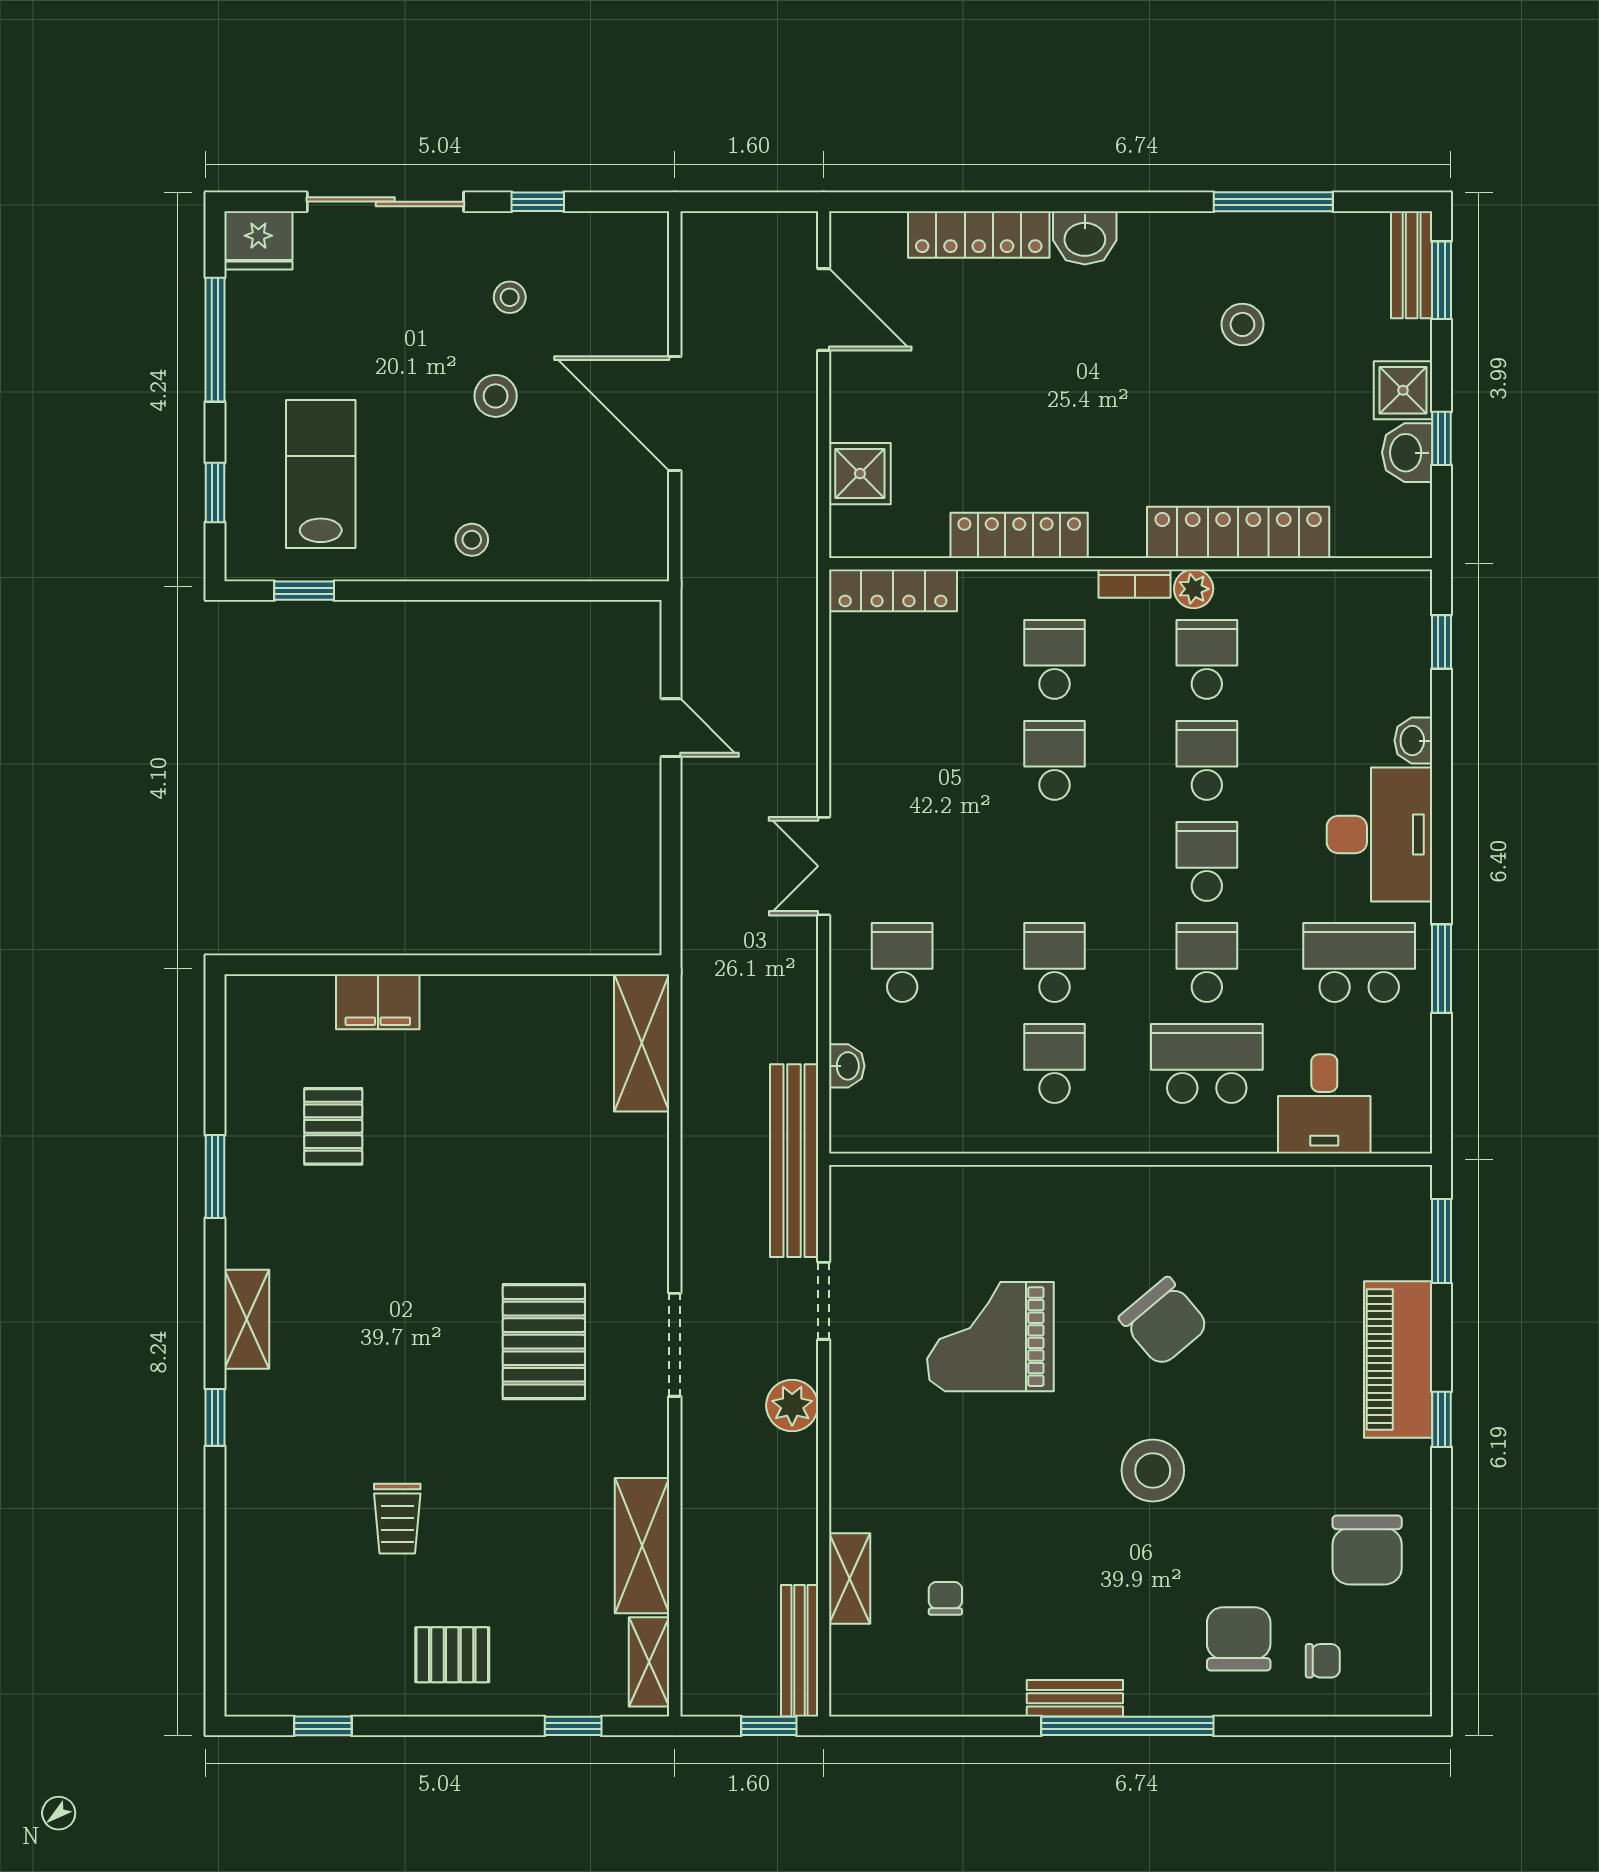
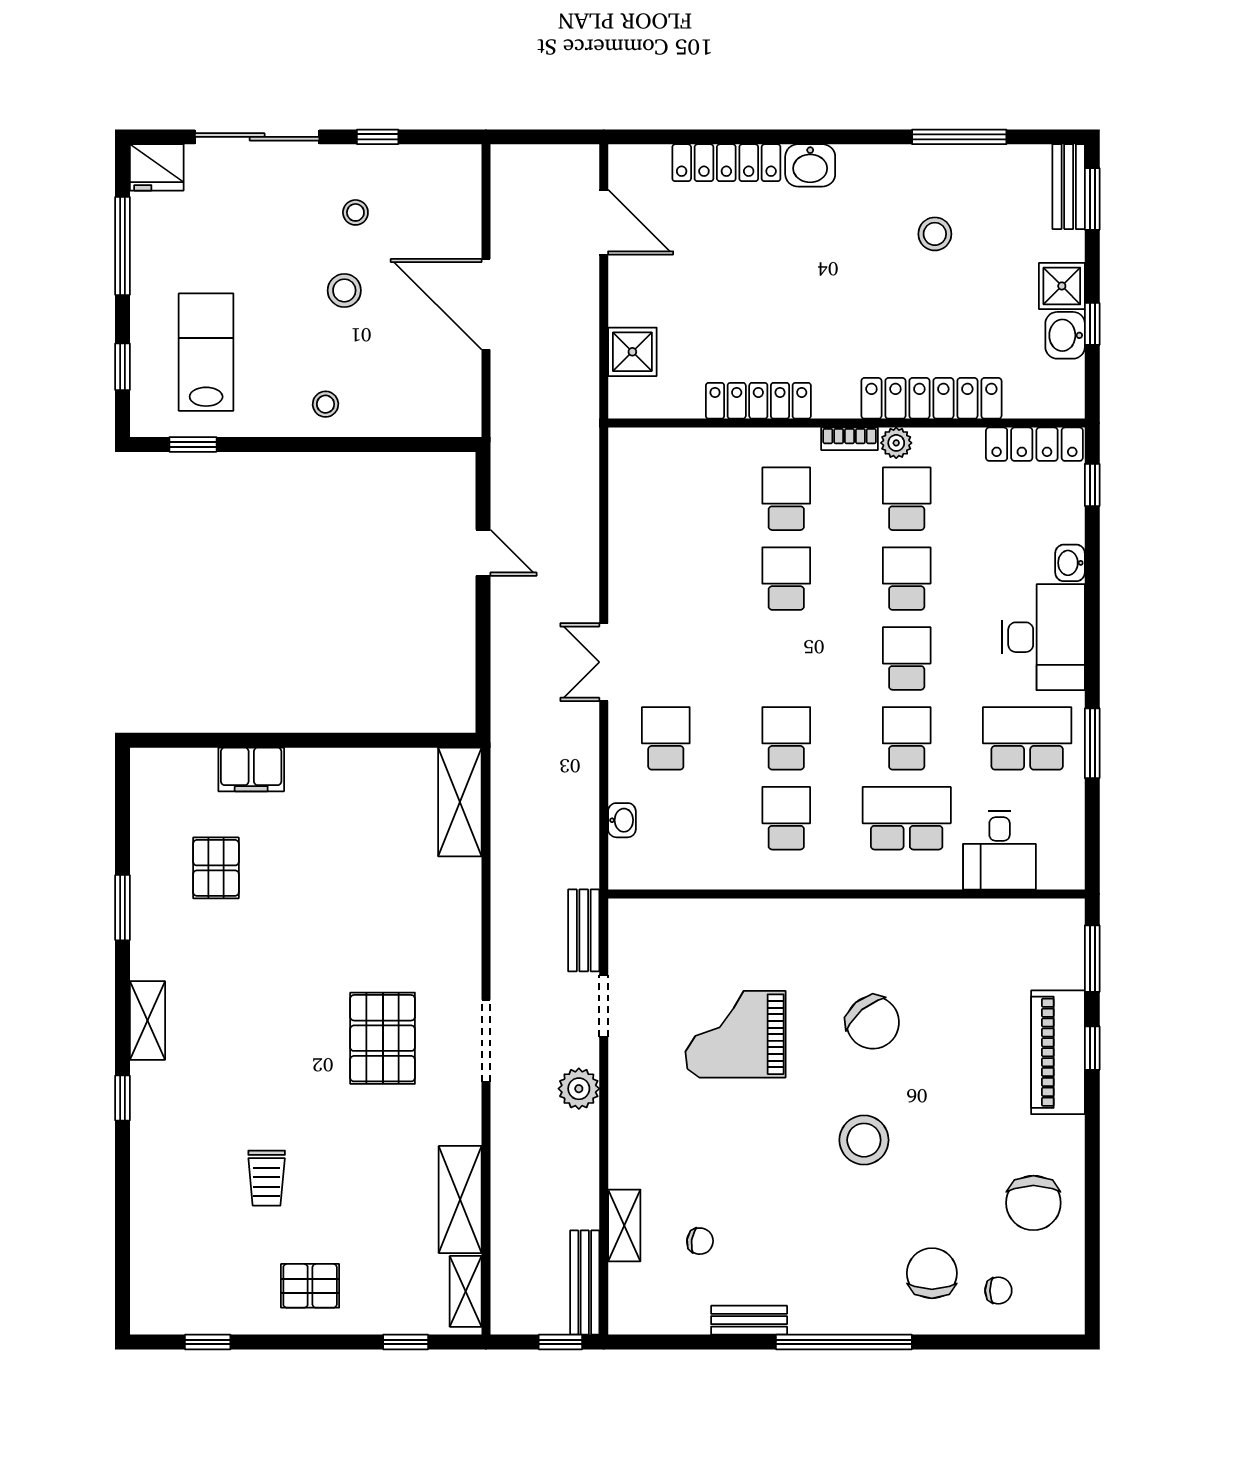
locker: (893, 590) -> (1034, 444), moved
bench: (794, 1161) -> (584, 930), width x0.54, depth x0.82
window: (1441, 1419) -> (1092, 1048), moved
chair: (945, 1598) -> (700, 1241), turned 98
bench: (1075, 1698) -> (749, 1320), moved

